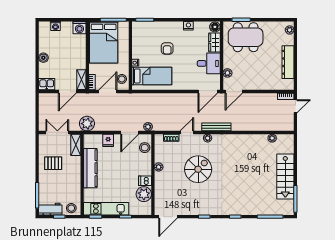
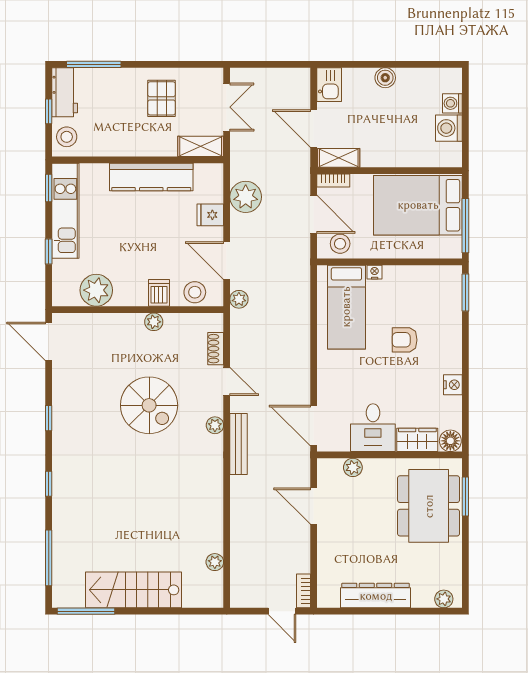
washing machine: (79, 28) -> (449, 128), moved
door: (234, 92) -> (314, 506), moved
plant: (87, 124) -> (246, 197), moved
dishwasher: (145, 181) -> (159, 293), moved

